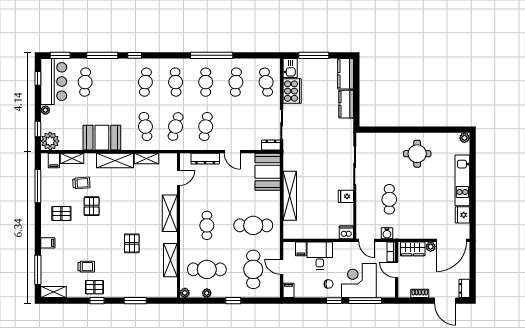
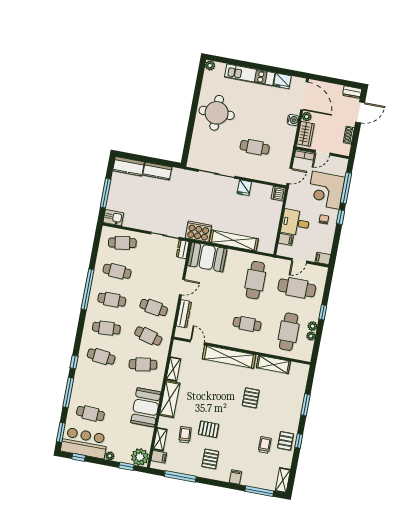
cooker: (292, 91) -> (198, 232), moved
round table: (417, 154) -> (217, 113), width x1.36, depth x1.36
shelving: (170, 213) -> (229, 357), width x1.47
water cooler: (387, 233) -> (293, 120), moved
pallet: (132, 243) -> (251, 398), turned 90
plant: (185, 293) -> (312, 326), moved

